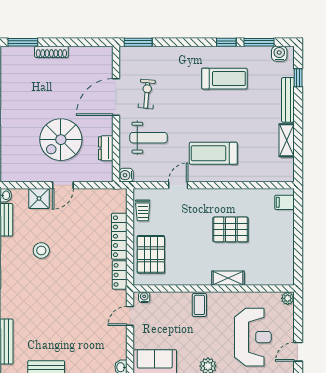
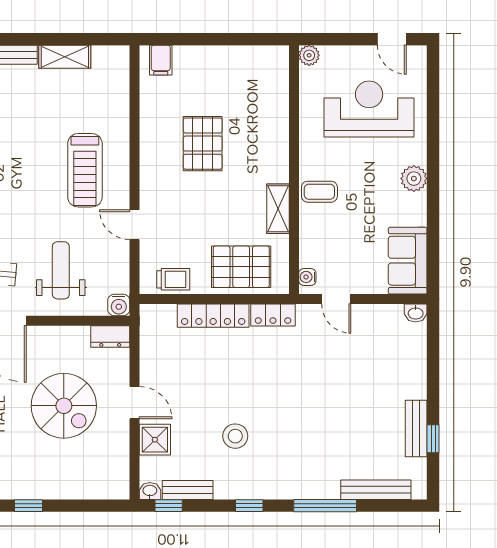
dresser: (106, 148) -> (110, 336), moved
shelving: (228, 278) -> (278, 209), moved

